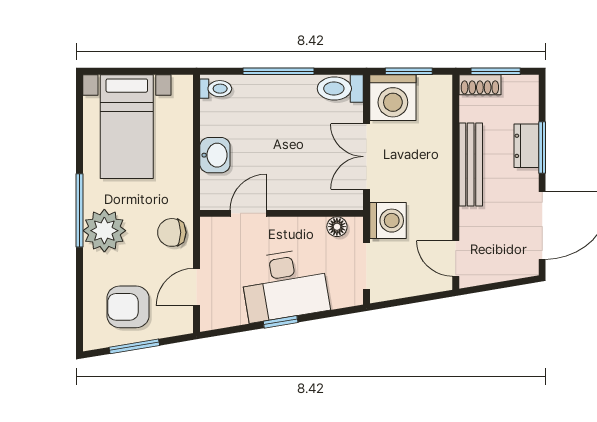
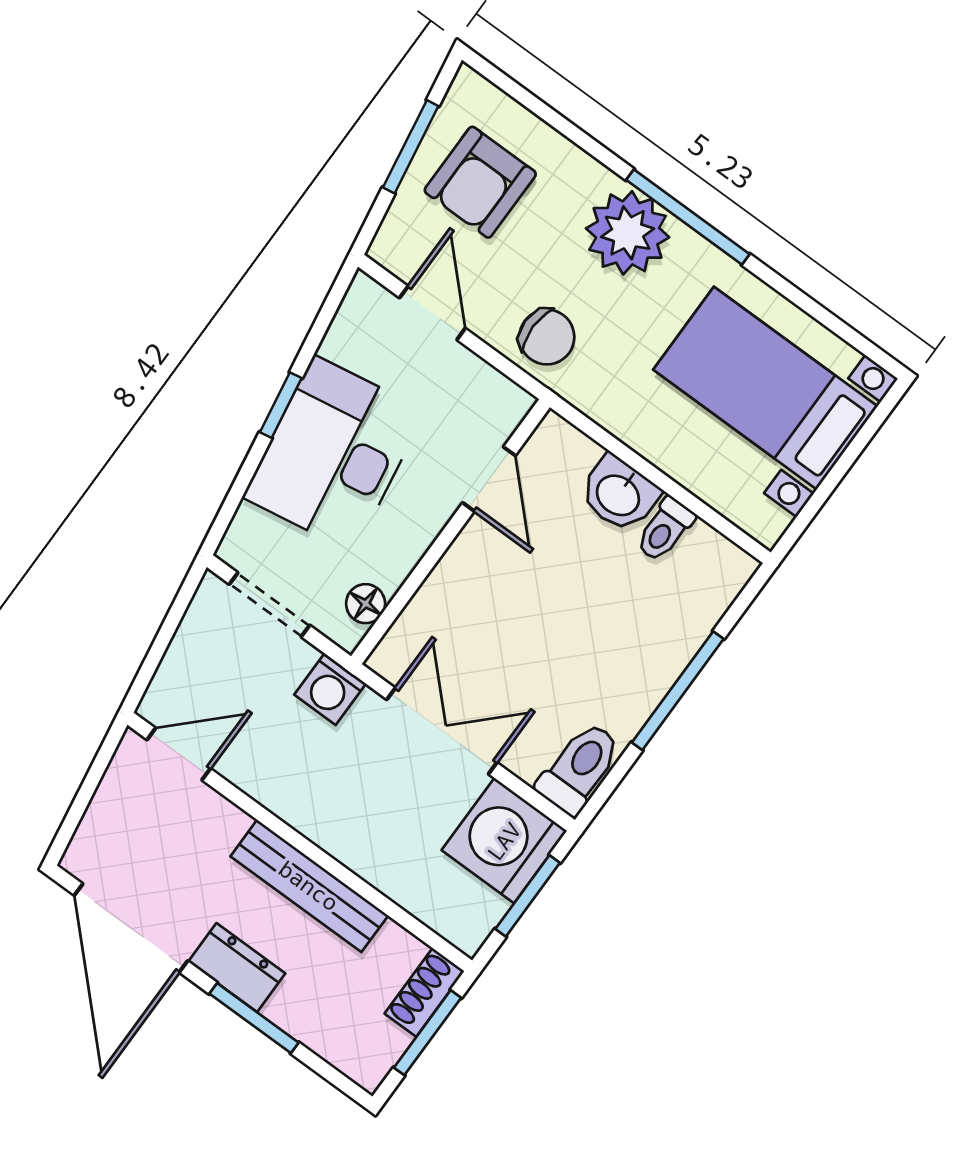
toilet: (216, 89) -> (665, 529), moved
dresser: (526, 146) -> (237, 968), moved
washing machine: (388, 221) -> (330, 689), width x0.73, depth x0.73
chair: (172, 232) -> (547, 337), turned 90
armchair: (128, 307) -> (480, 182), turned 180

